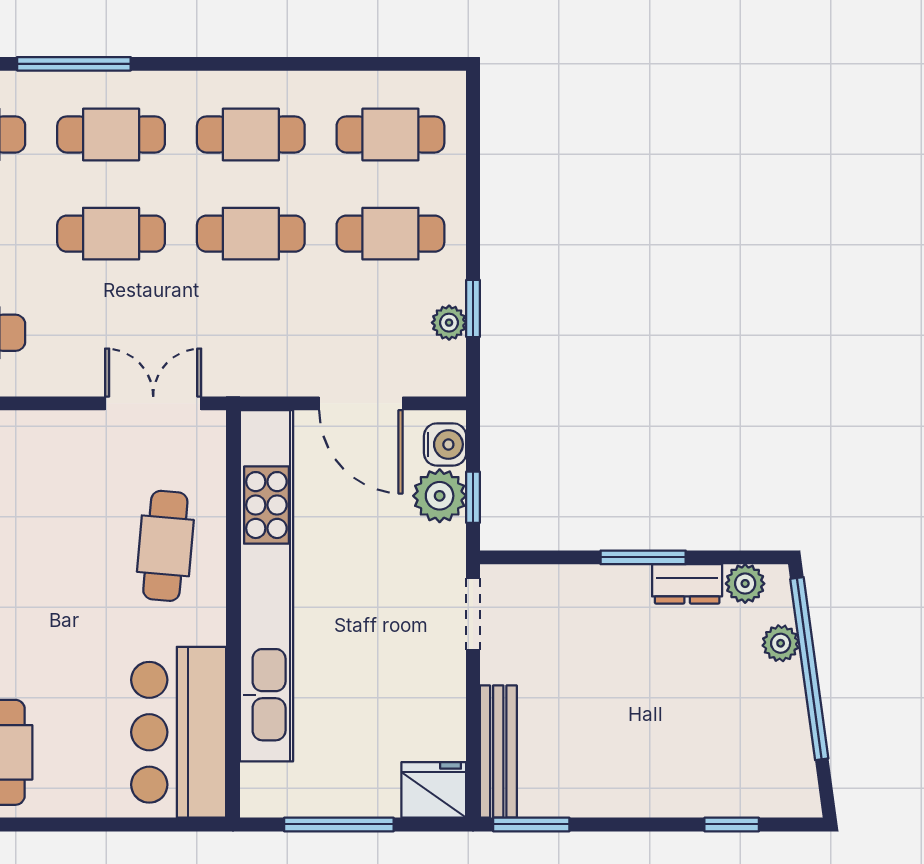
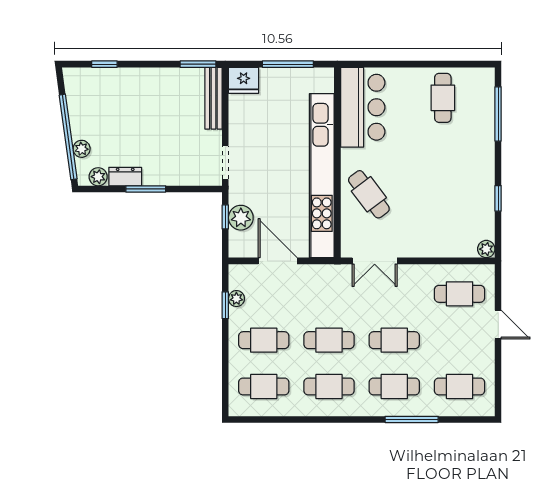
water cooler: (445, 444) -> (238, 242), removed
cafe table: (165, 546) -> (369, 194), turned -42

